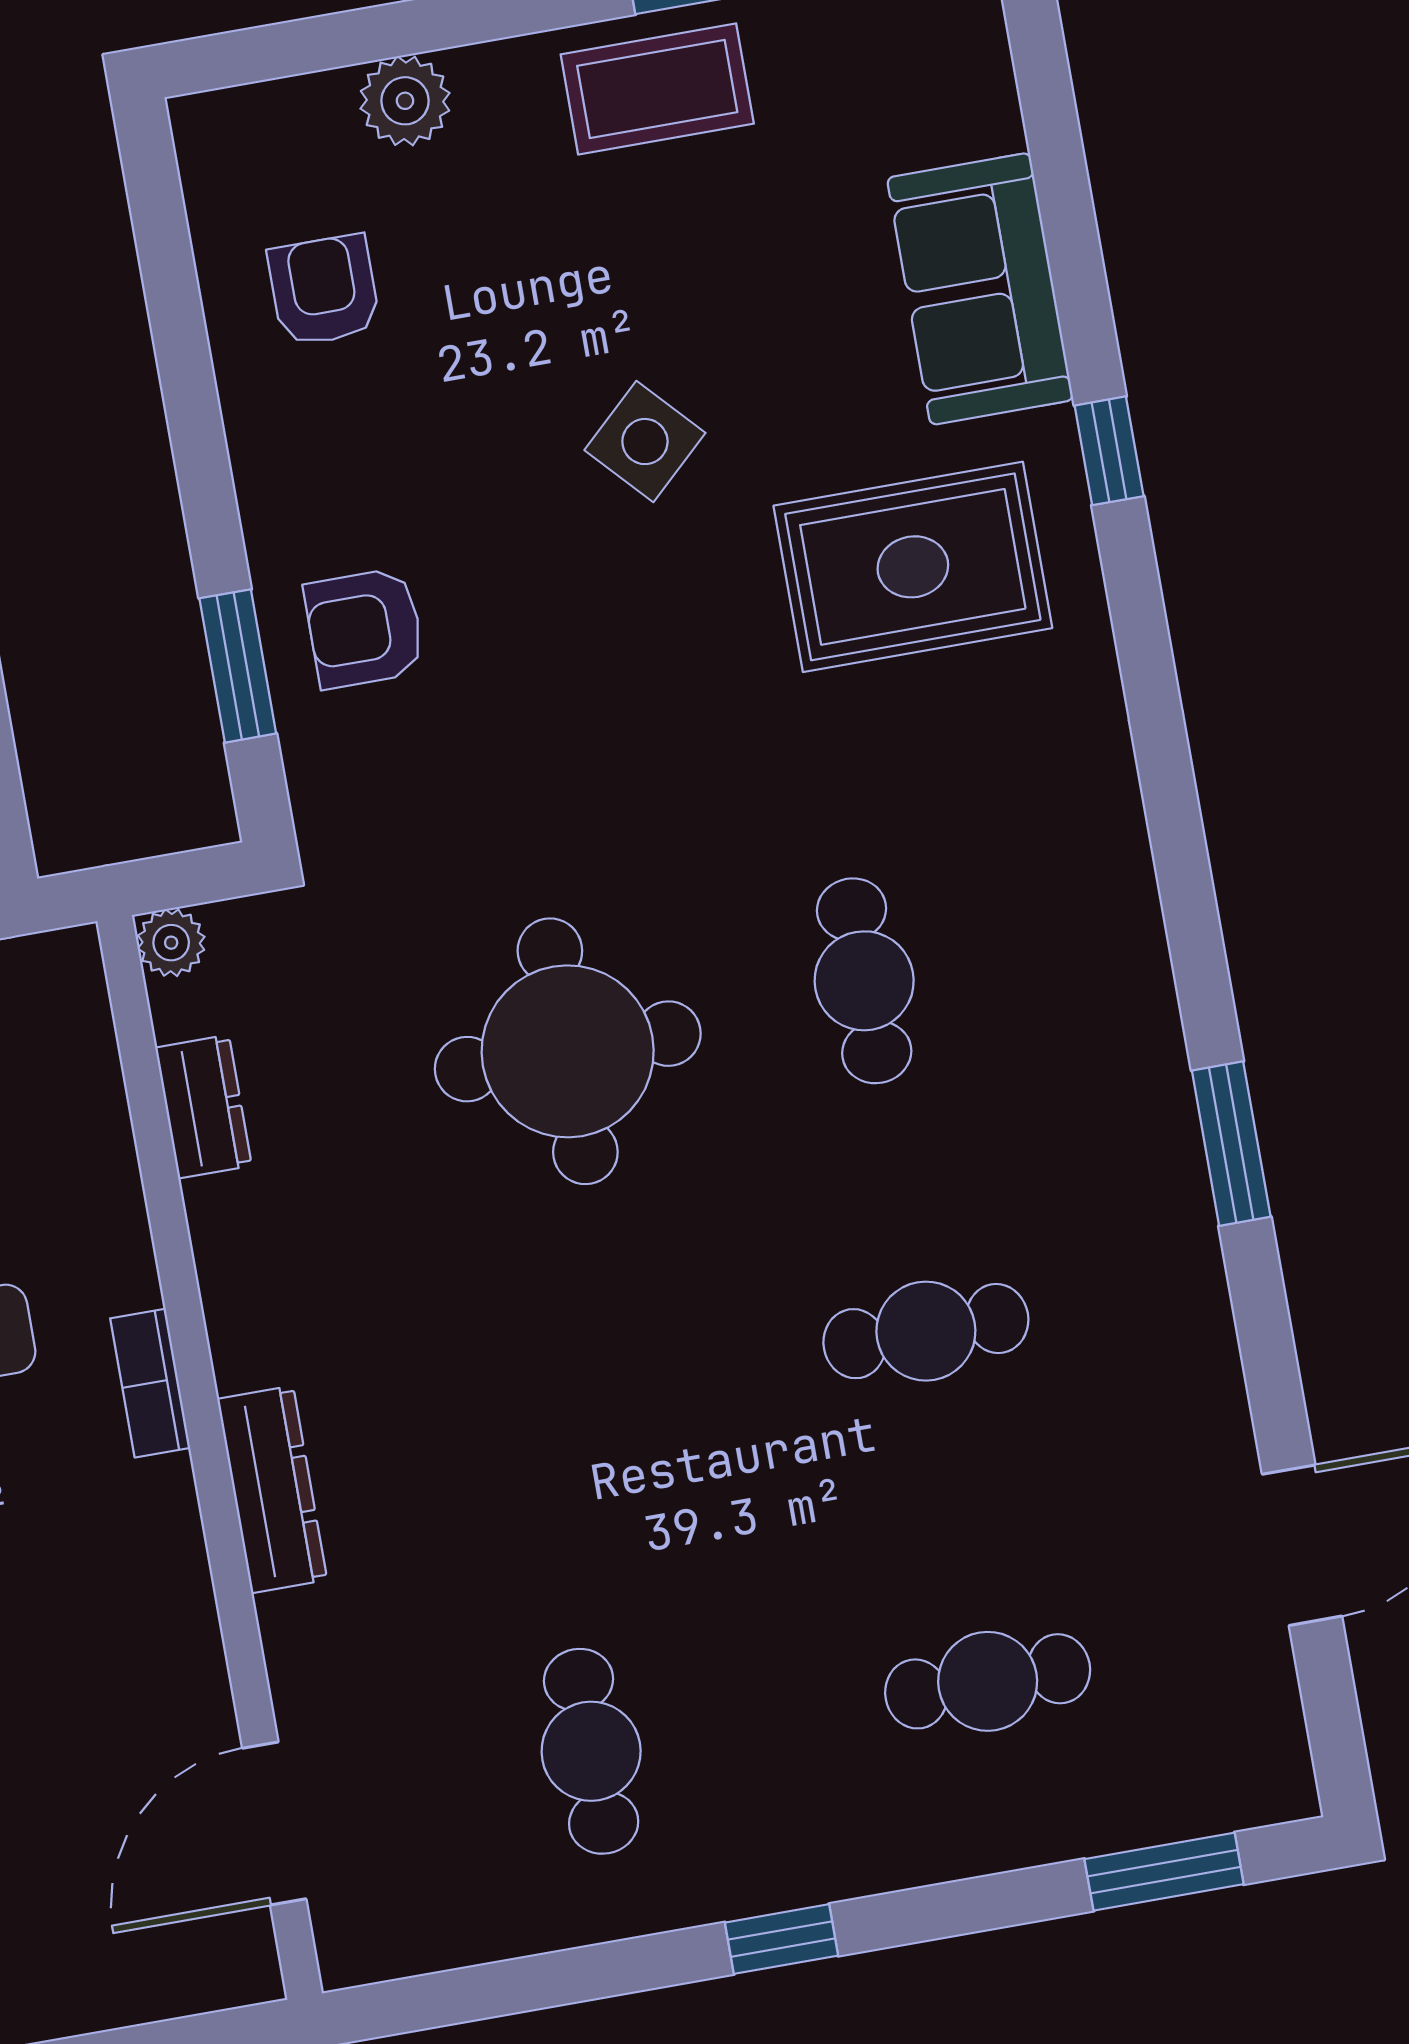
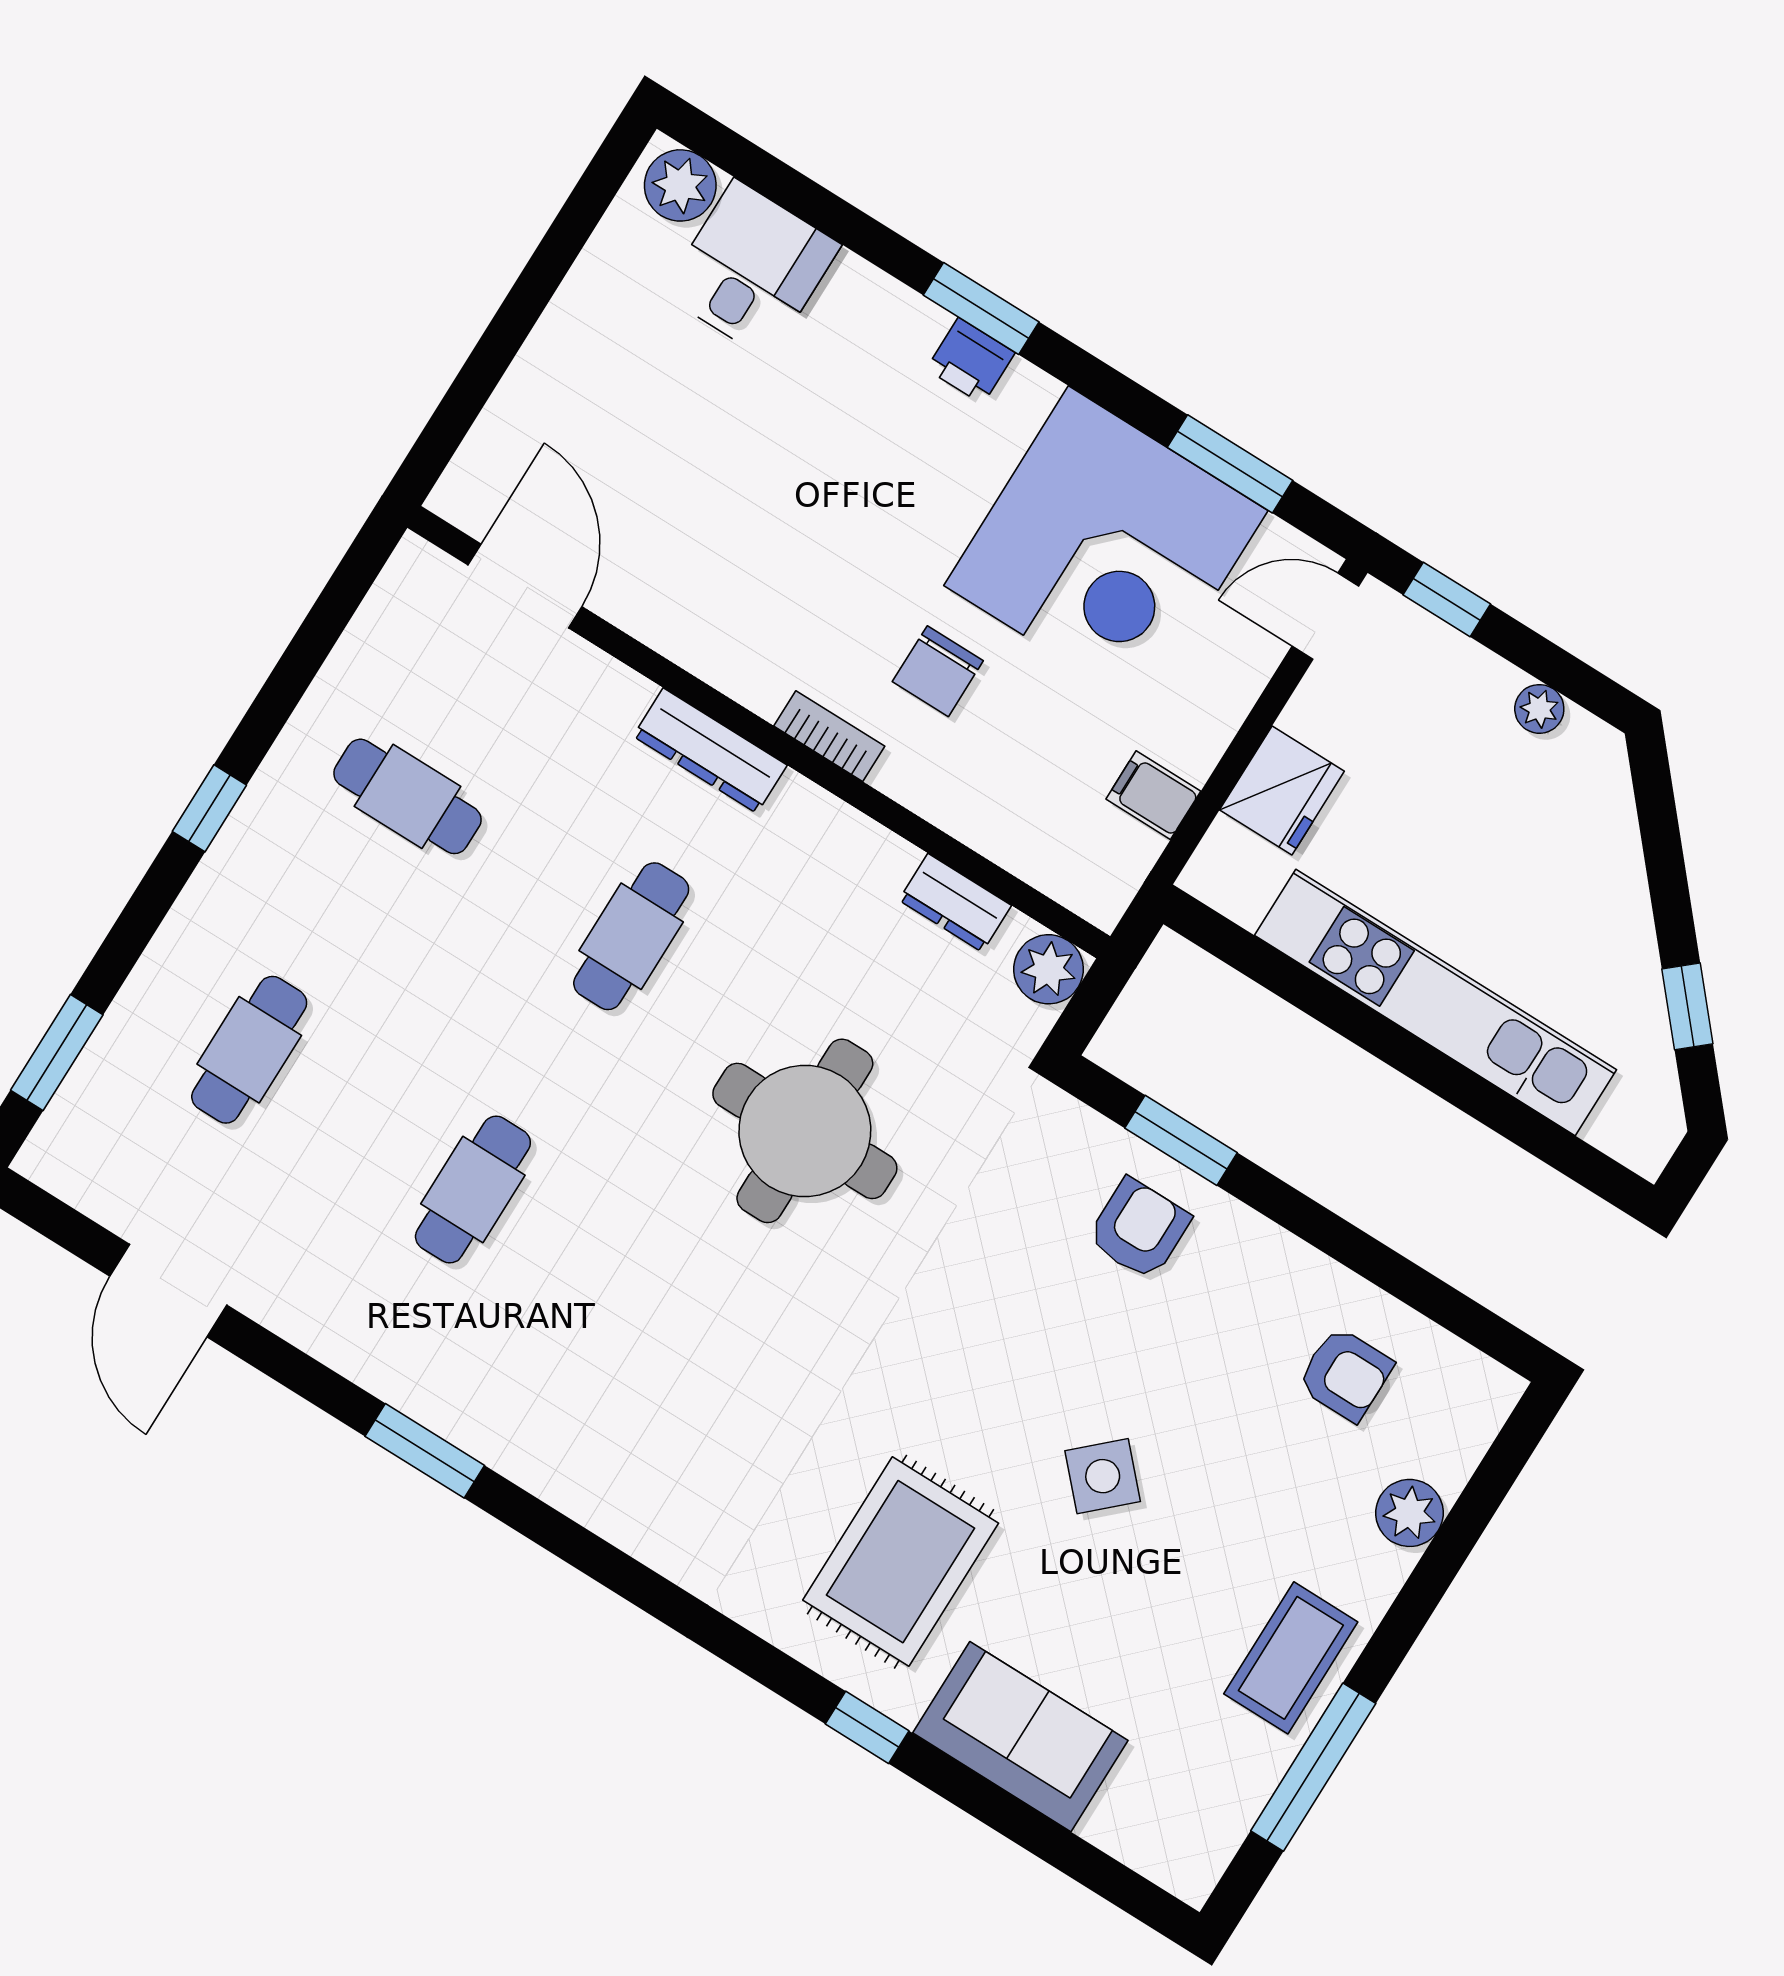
plant: (171, 943) -> (1049, 969), width x1.38, depth x1.38
cafe table: (864, 981) -> (631, 936), moved, turned 90

